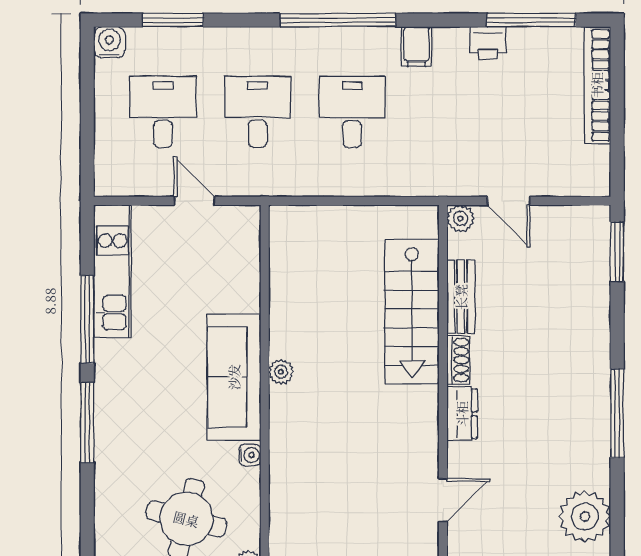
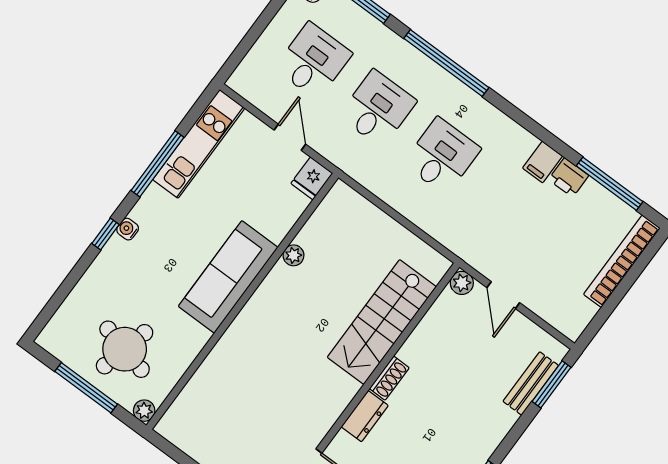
window: (338, 20) -> (446, 63), moved
filing cabinet: (416, 47) -> (543, 162), moved
fridge: (244, 225) -> (312, 178), added
bench: (461, 297) -> (531, 383), moved
plant: (281, 372) -> (293, 255), moved
window: (87, 423) -> (106, 234), width x0.46
water cooler: (250, 455) -> (128, 229), moved, turned 180

